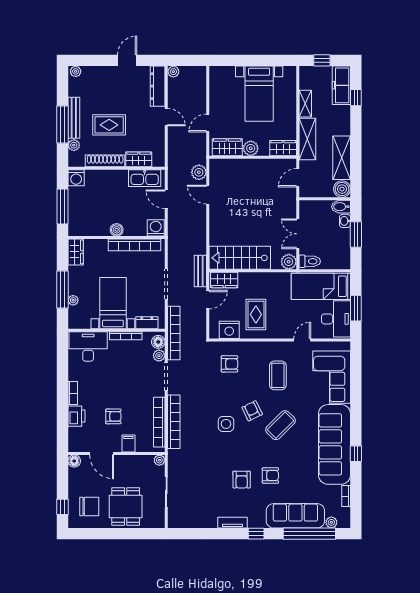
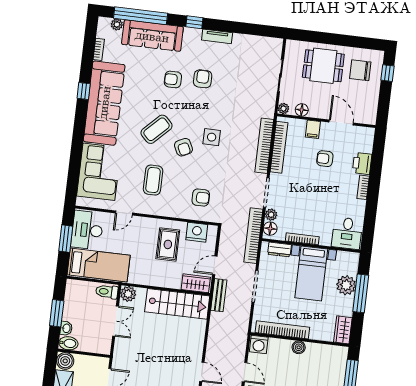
plant: (73, 300) -> (346, 285), width x1.88, depth x1.88
desk: (88, 346) -> (347, 233), width x0.73
armchair: (229, 364) -> (201, 198), turned 180
floor lamp: (74, 461) -> (302, 110), moved
dining table: (126, 507) -> (323, 66), turned 90

